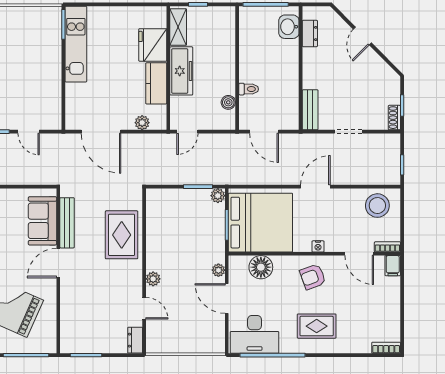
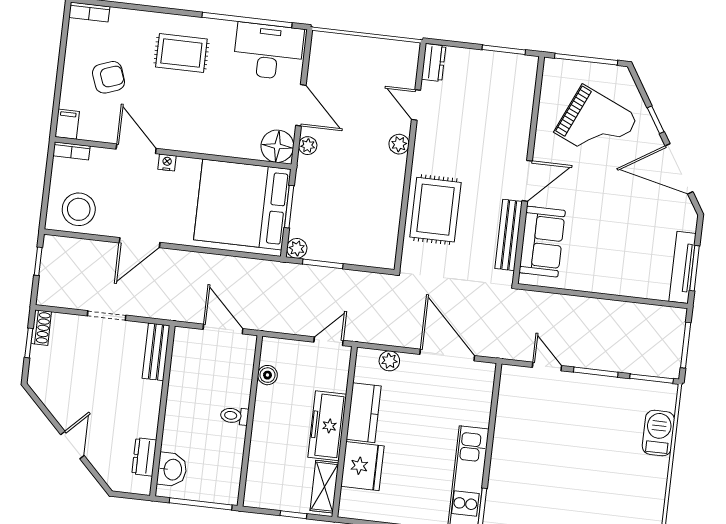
toilet: (249, 89) -> (234, 416), moved
door: (315, 187) -> (140, 243), moved
door: (359, 254) -> (136, 149), moved
floor lamp: (261, 267) -> (277, 146), moved
armchair: (313, 277) -> (109, 77), moved

